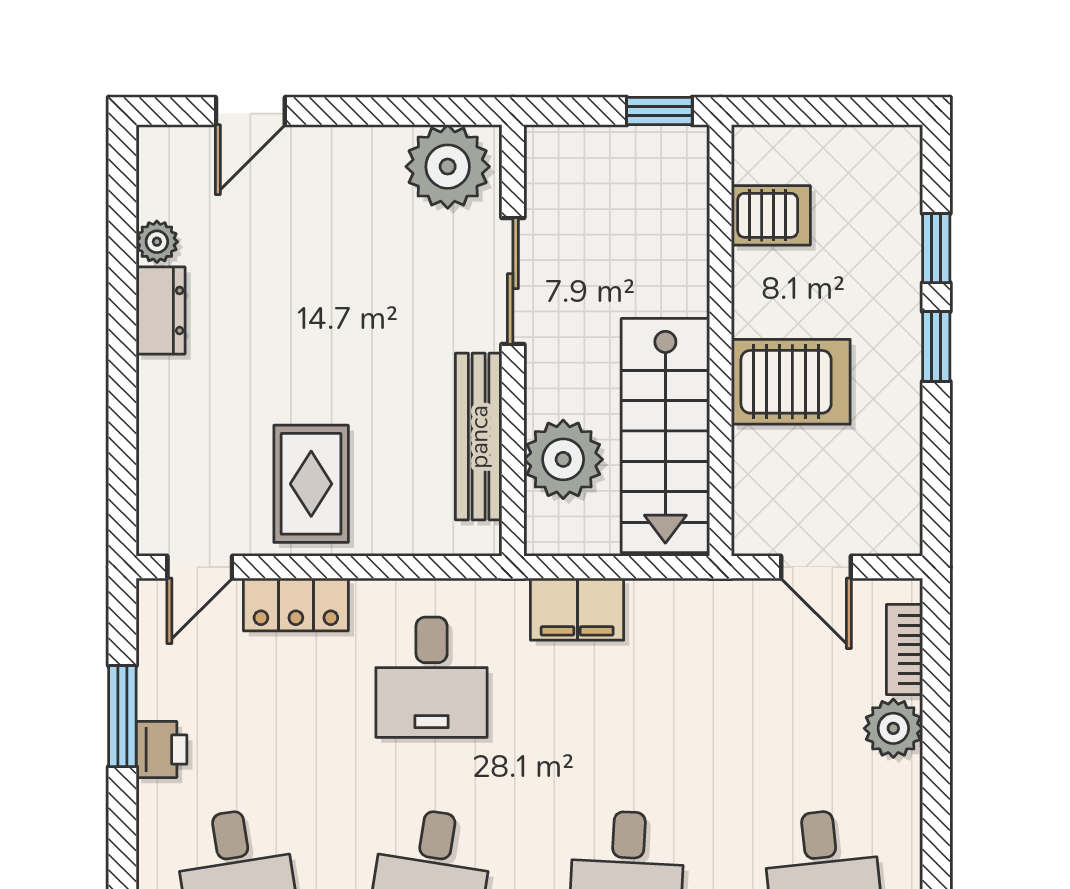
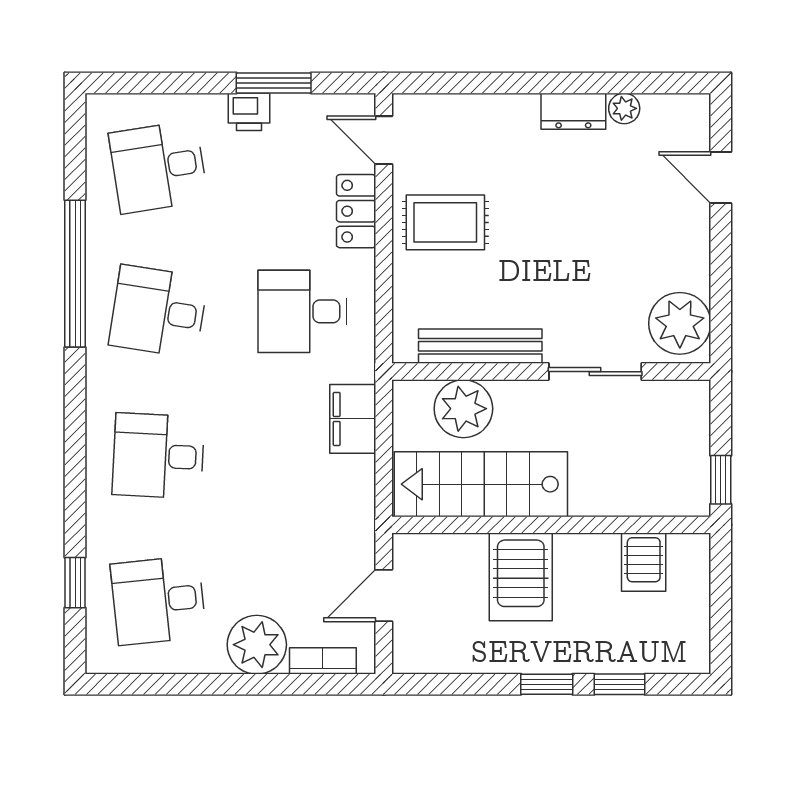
plant: (893, 728) -> (257, 645), width x1.36, depth x1.36

